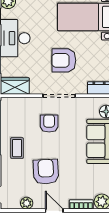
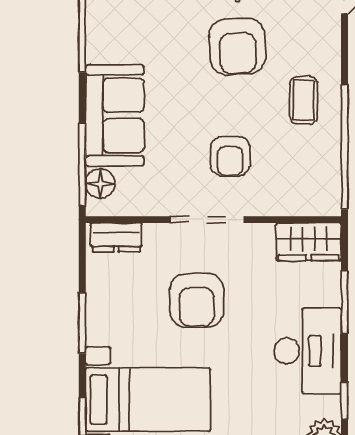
armchair: (64, 60) -> (197, 300), turned 90

